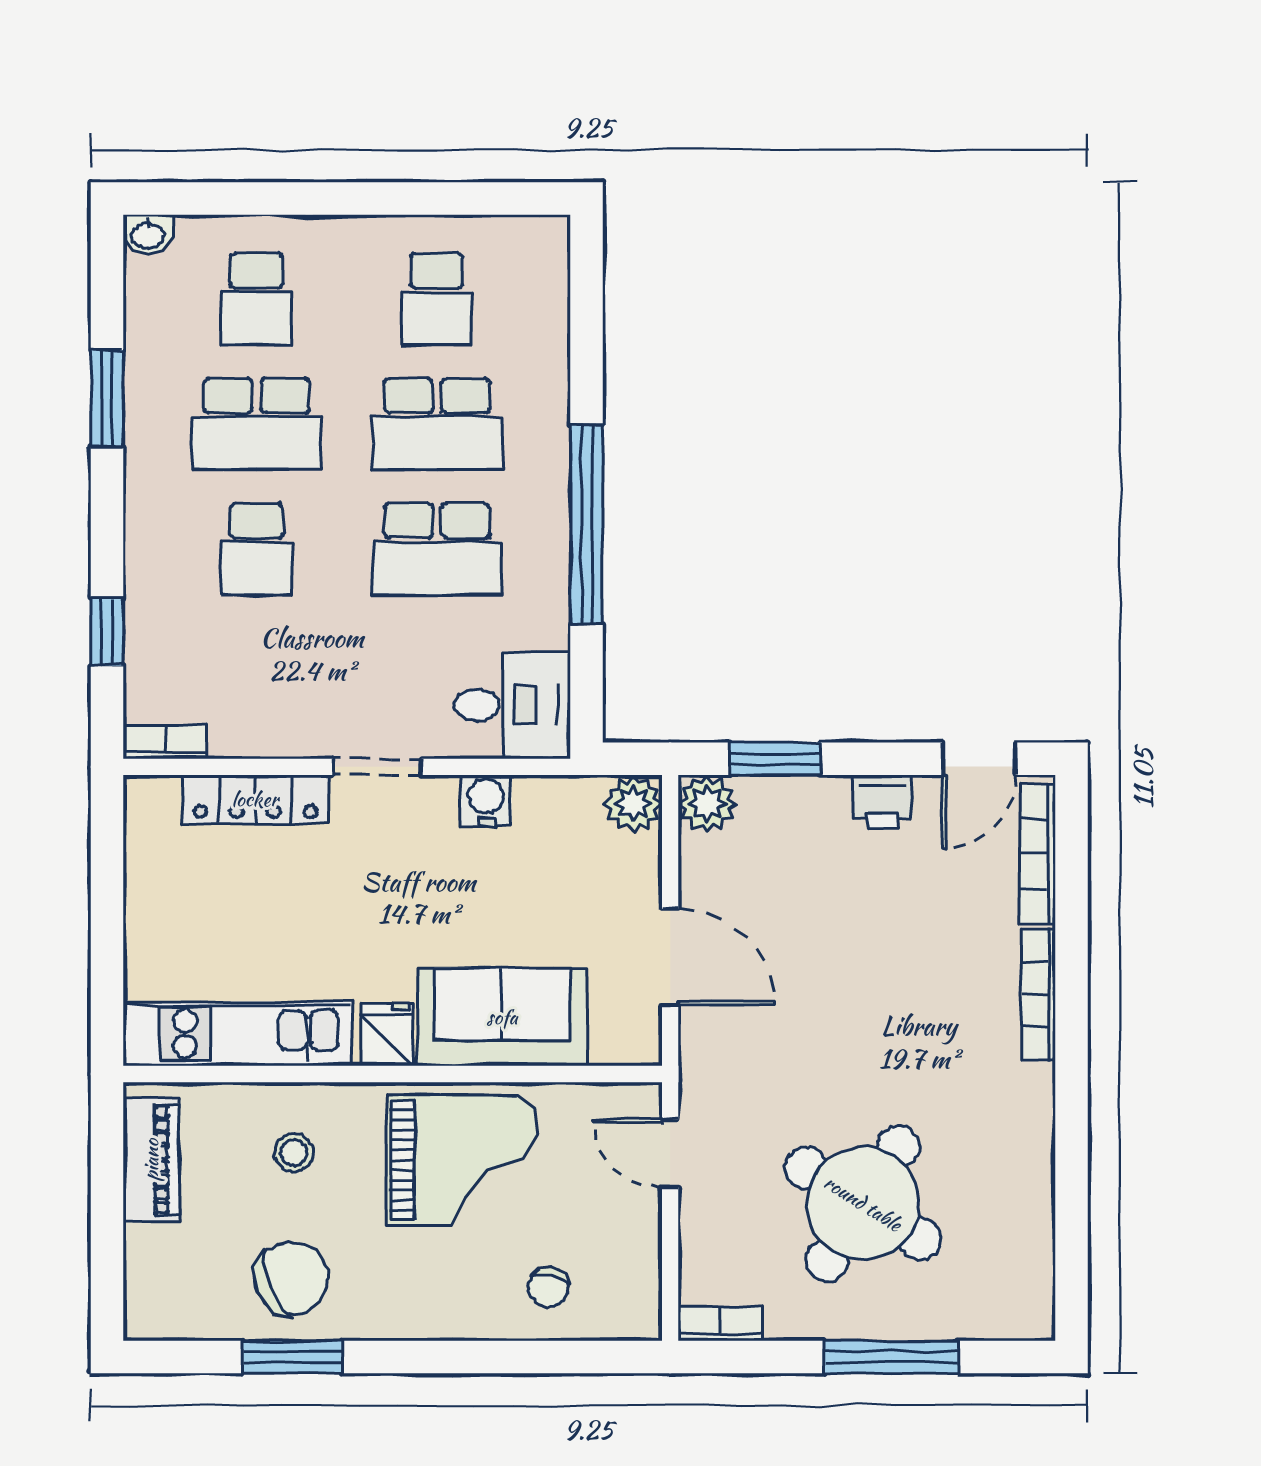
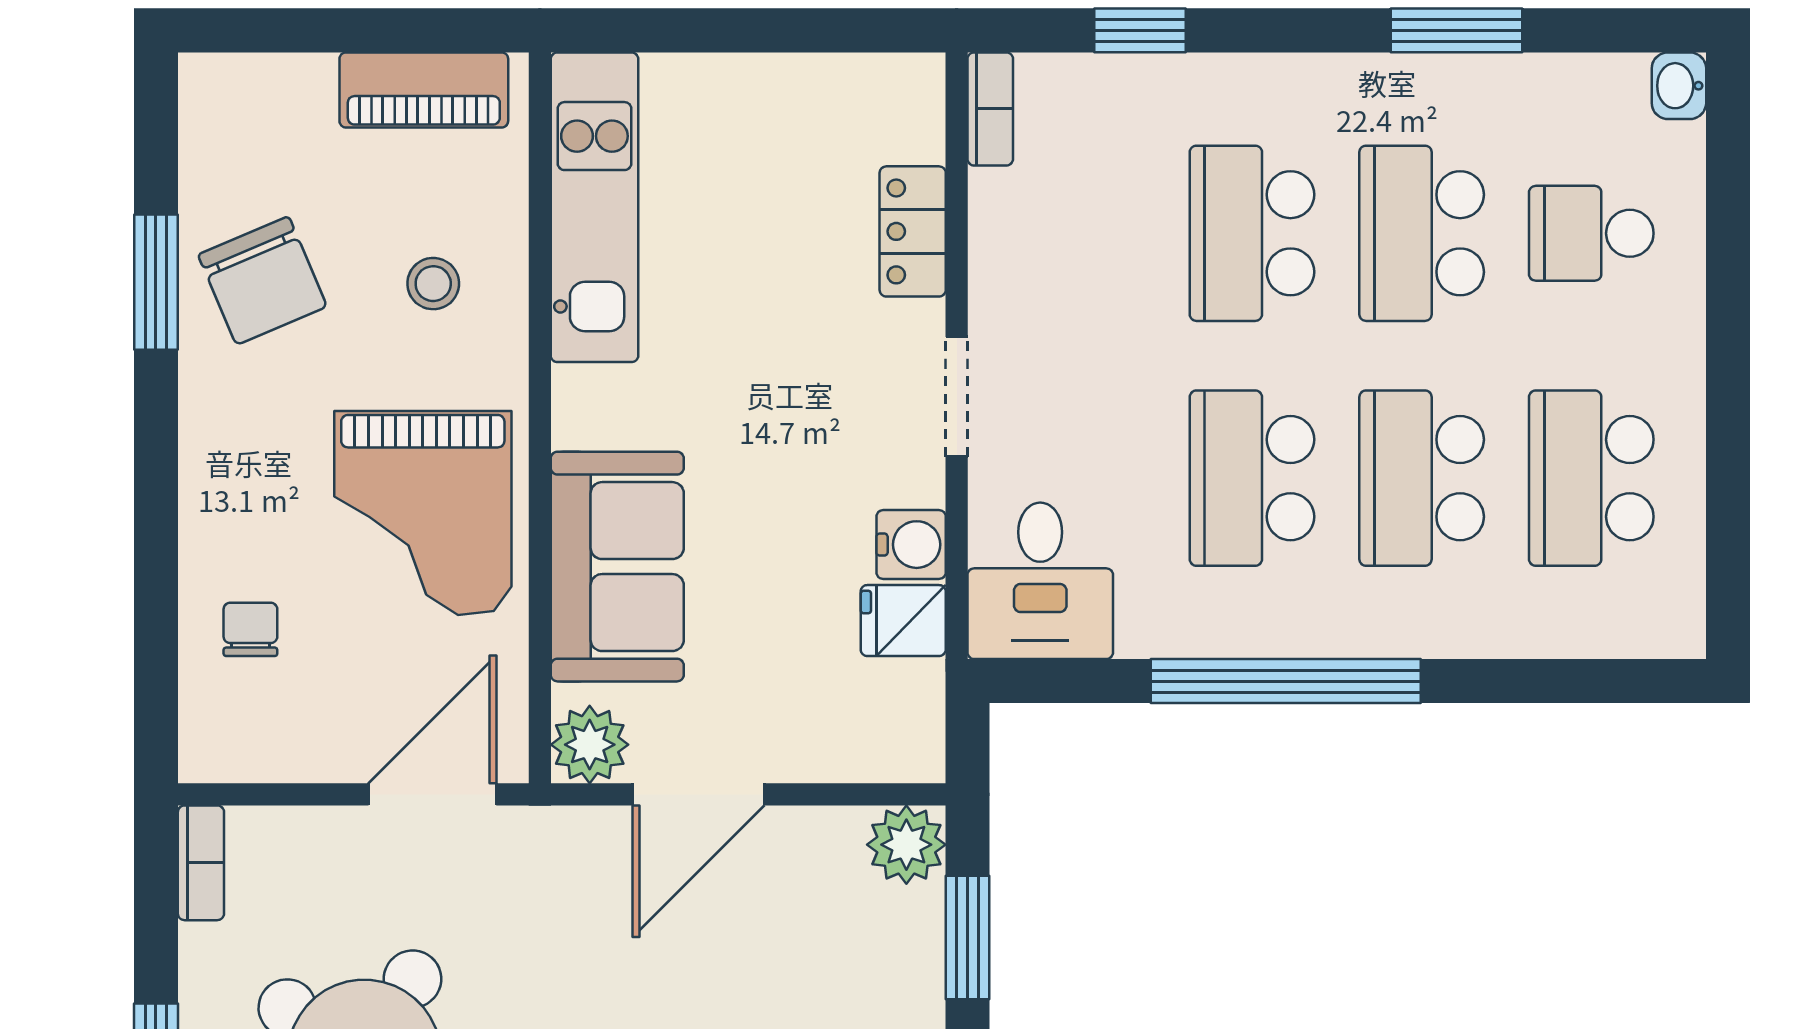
school desk: (437, 299) -> (1591, 478), width x1.85
school desk: (257, 549) -> (1252, 233), width x1.85
locker: (255, 799) -> (913, 231), width x0.66
plant: (633, 804) -> (590, 745), moved
fridge: (387, 1035) -> (903, 621), moved, turned 180
door: (670, 1153) -> (432, 794), width x1.38
chair: (548, 1287) -> (250, 629), turned 78

